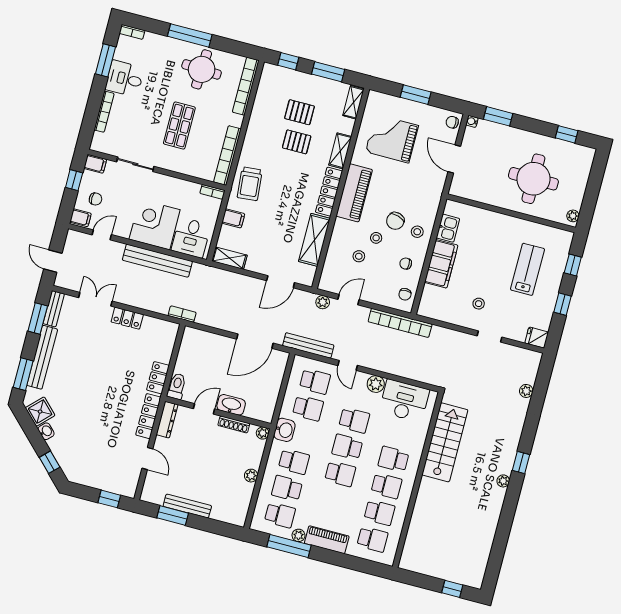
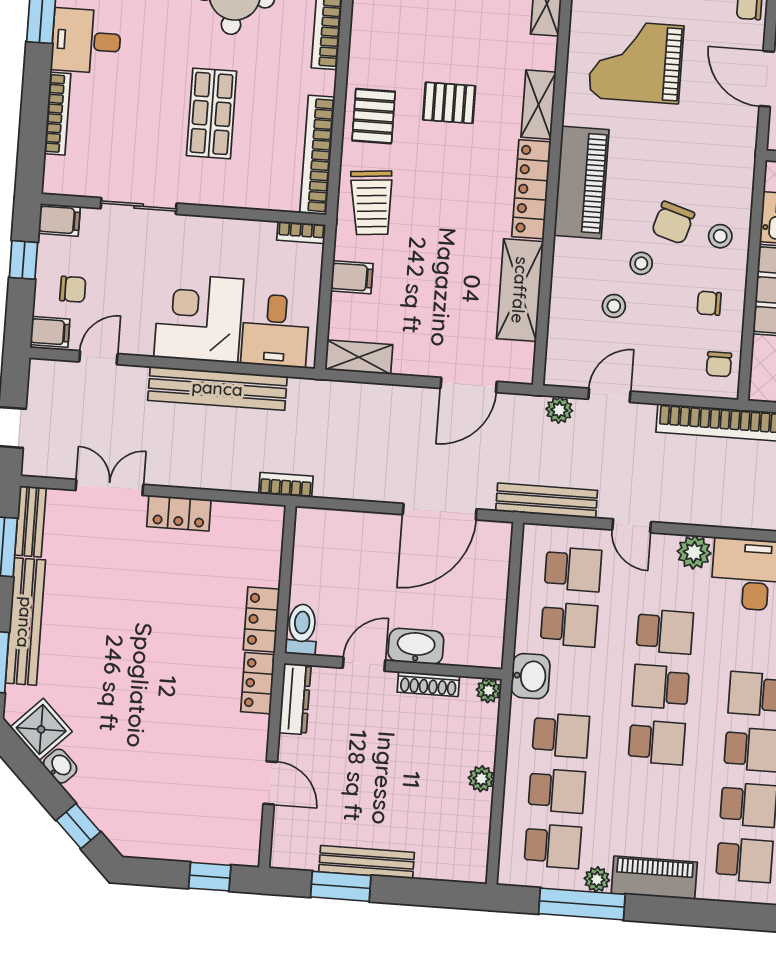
pallet: (299, 112) -> (374, 116), moved, turned 90
locker: (148, 416) -> (258, 683), width x0.66
school desk: (287, 488) -> (557, 791), turned 180

